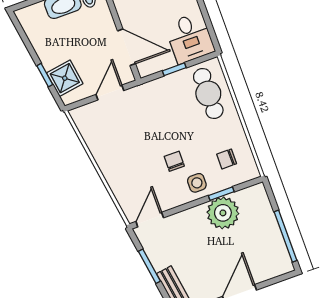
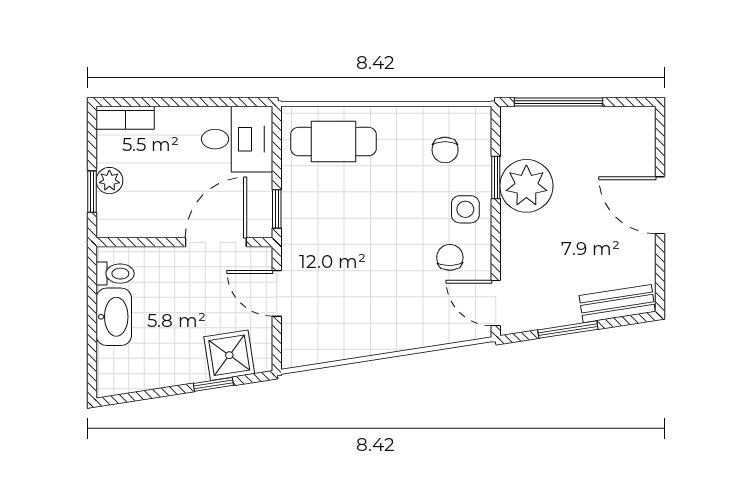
window: (174, 69) -> (277, 209), moved
chair: (174, 161) -> (450, 257), moved, turned 88
window: (286, 236) -> (559, 102), moved

